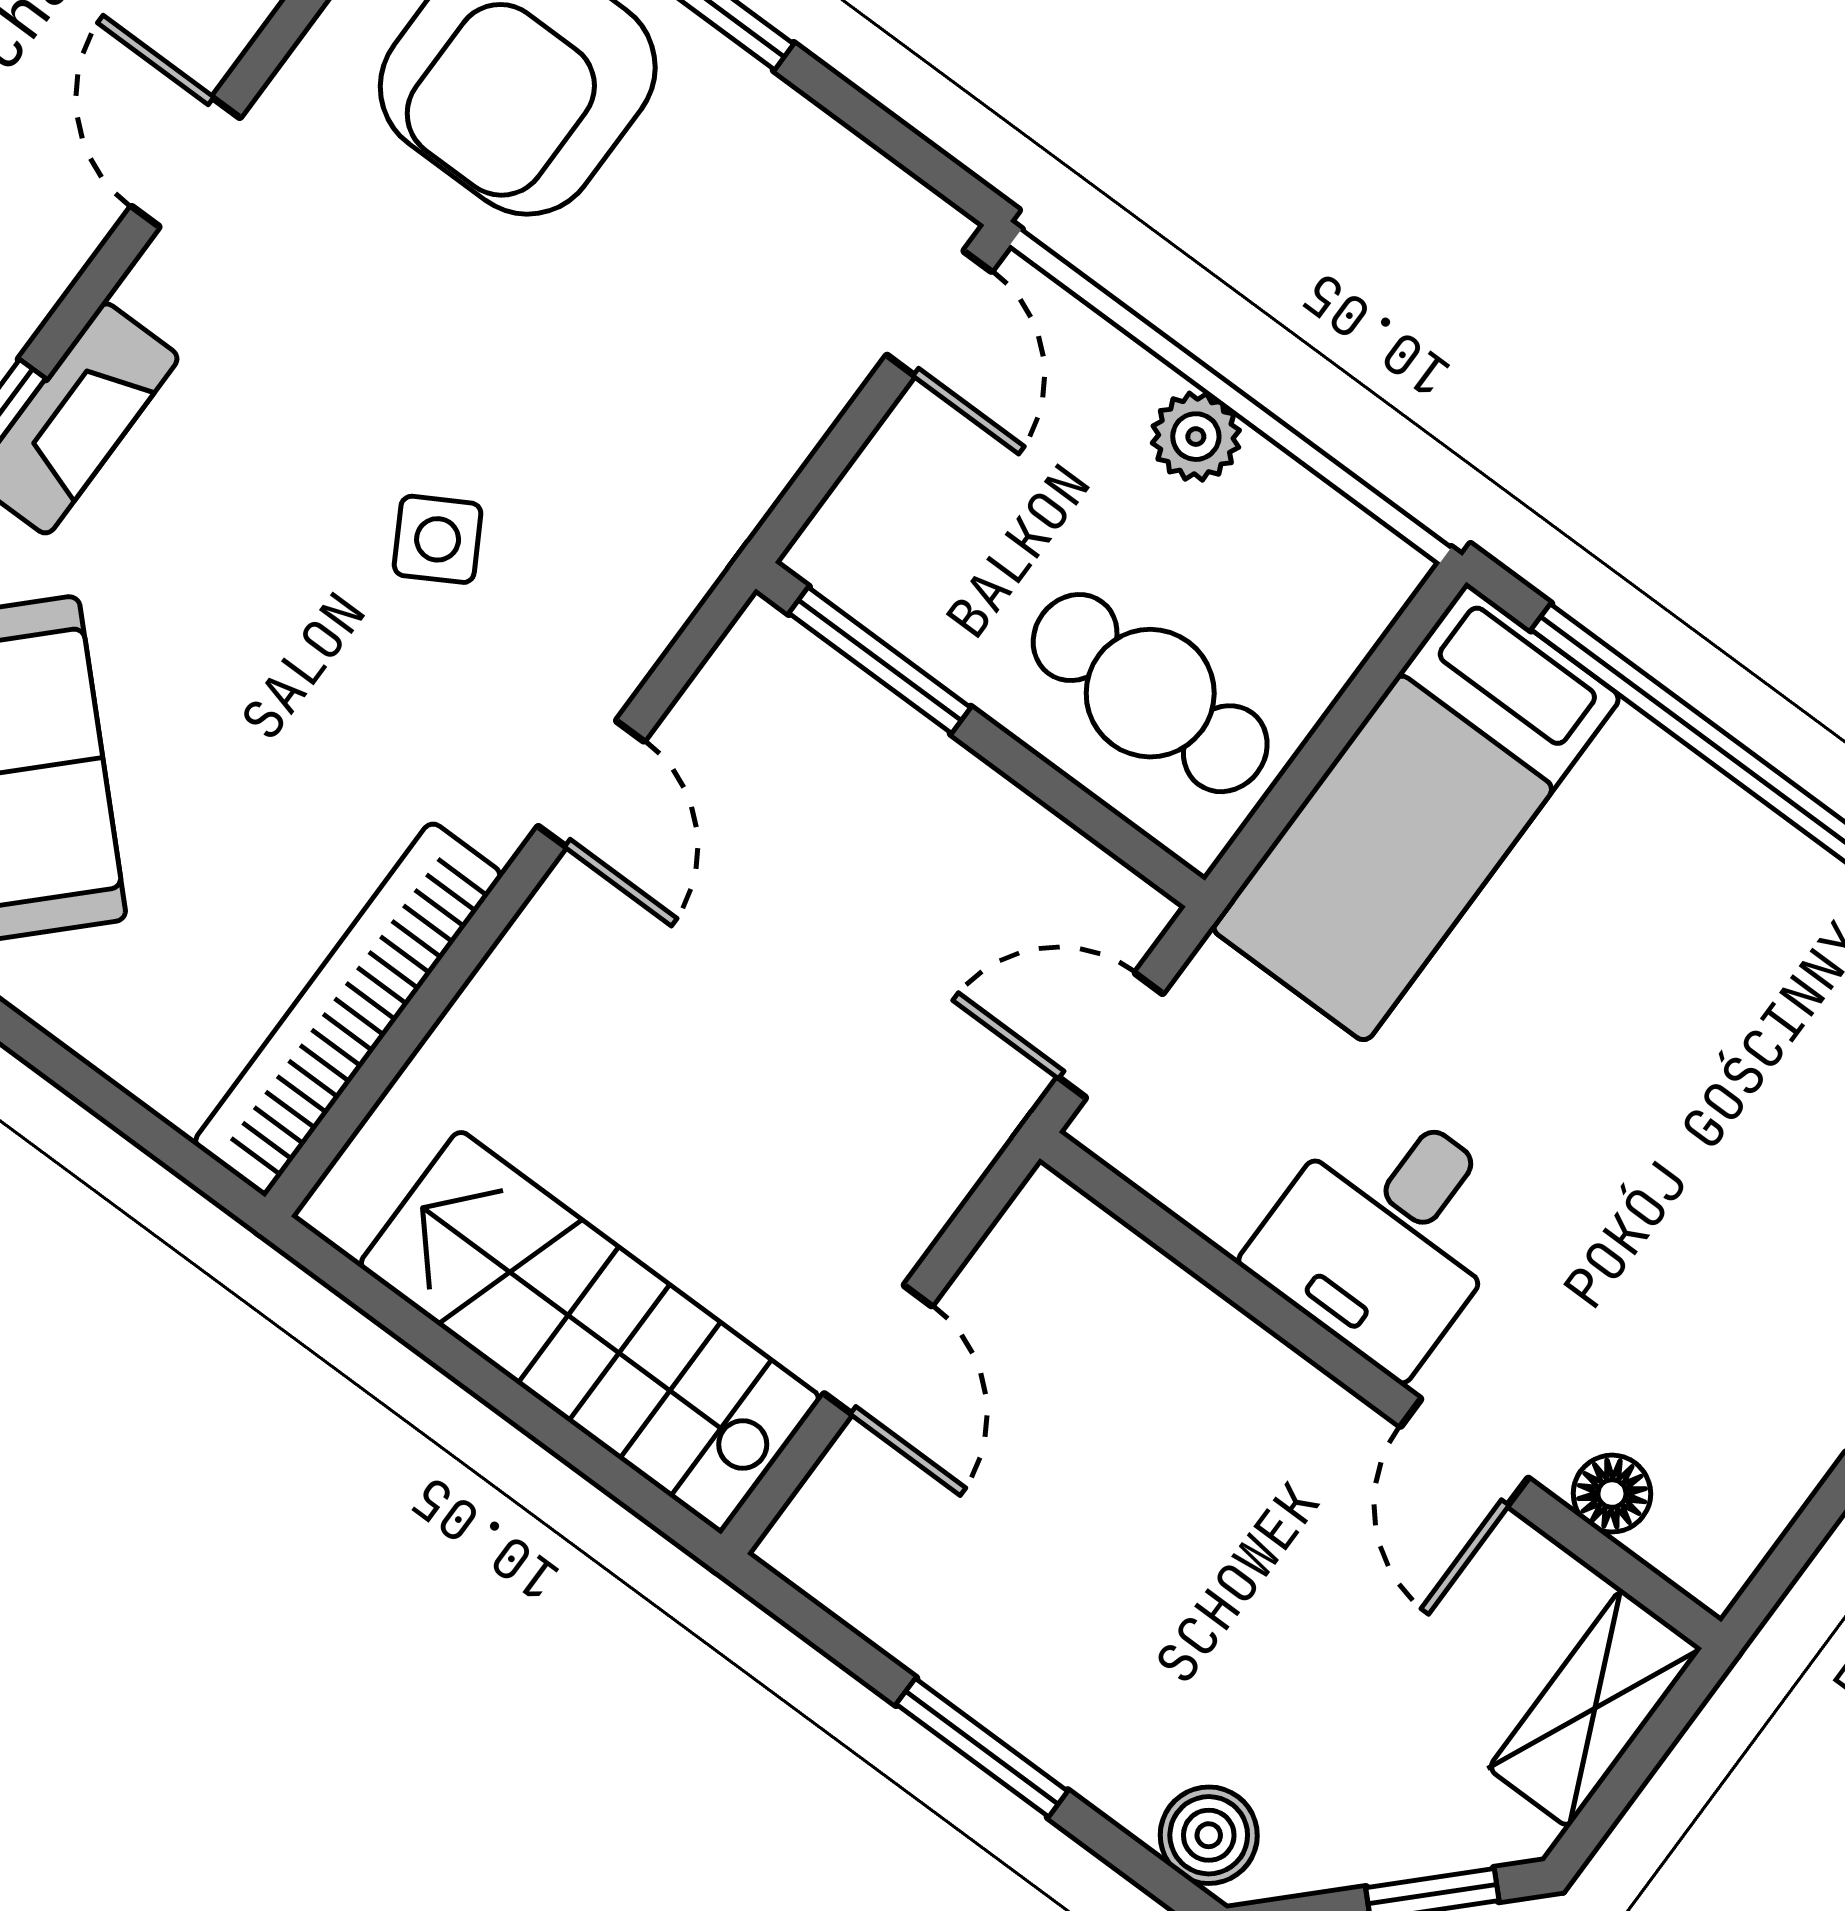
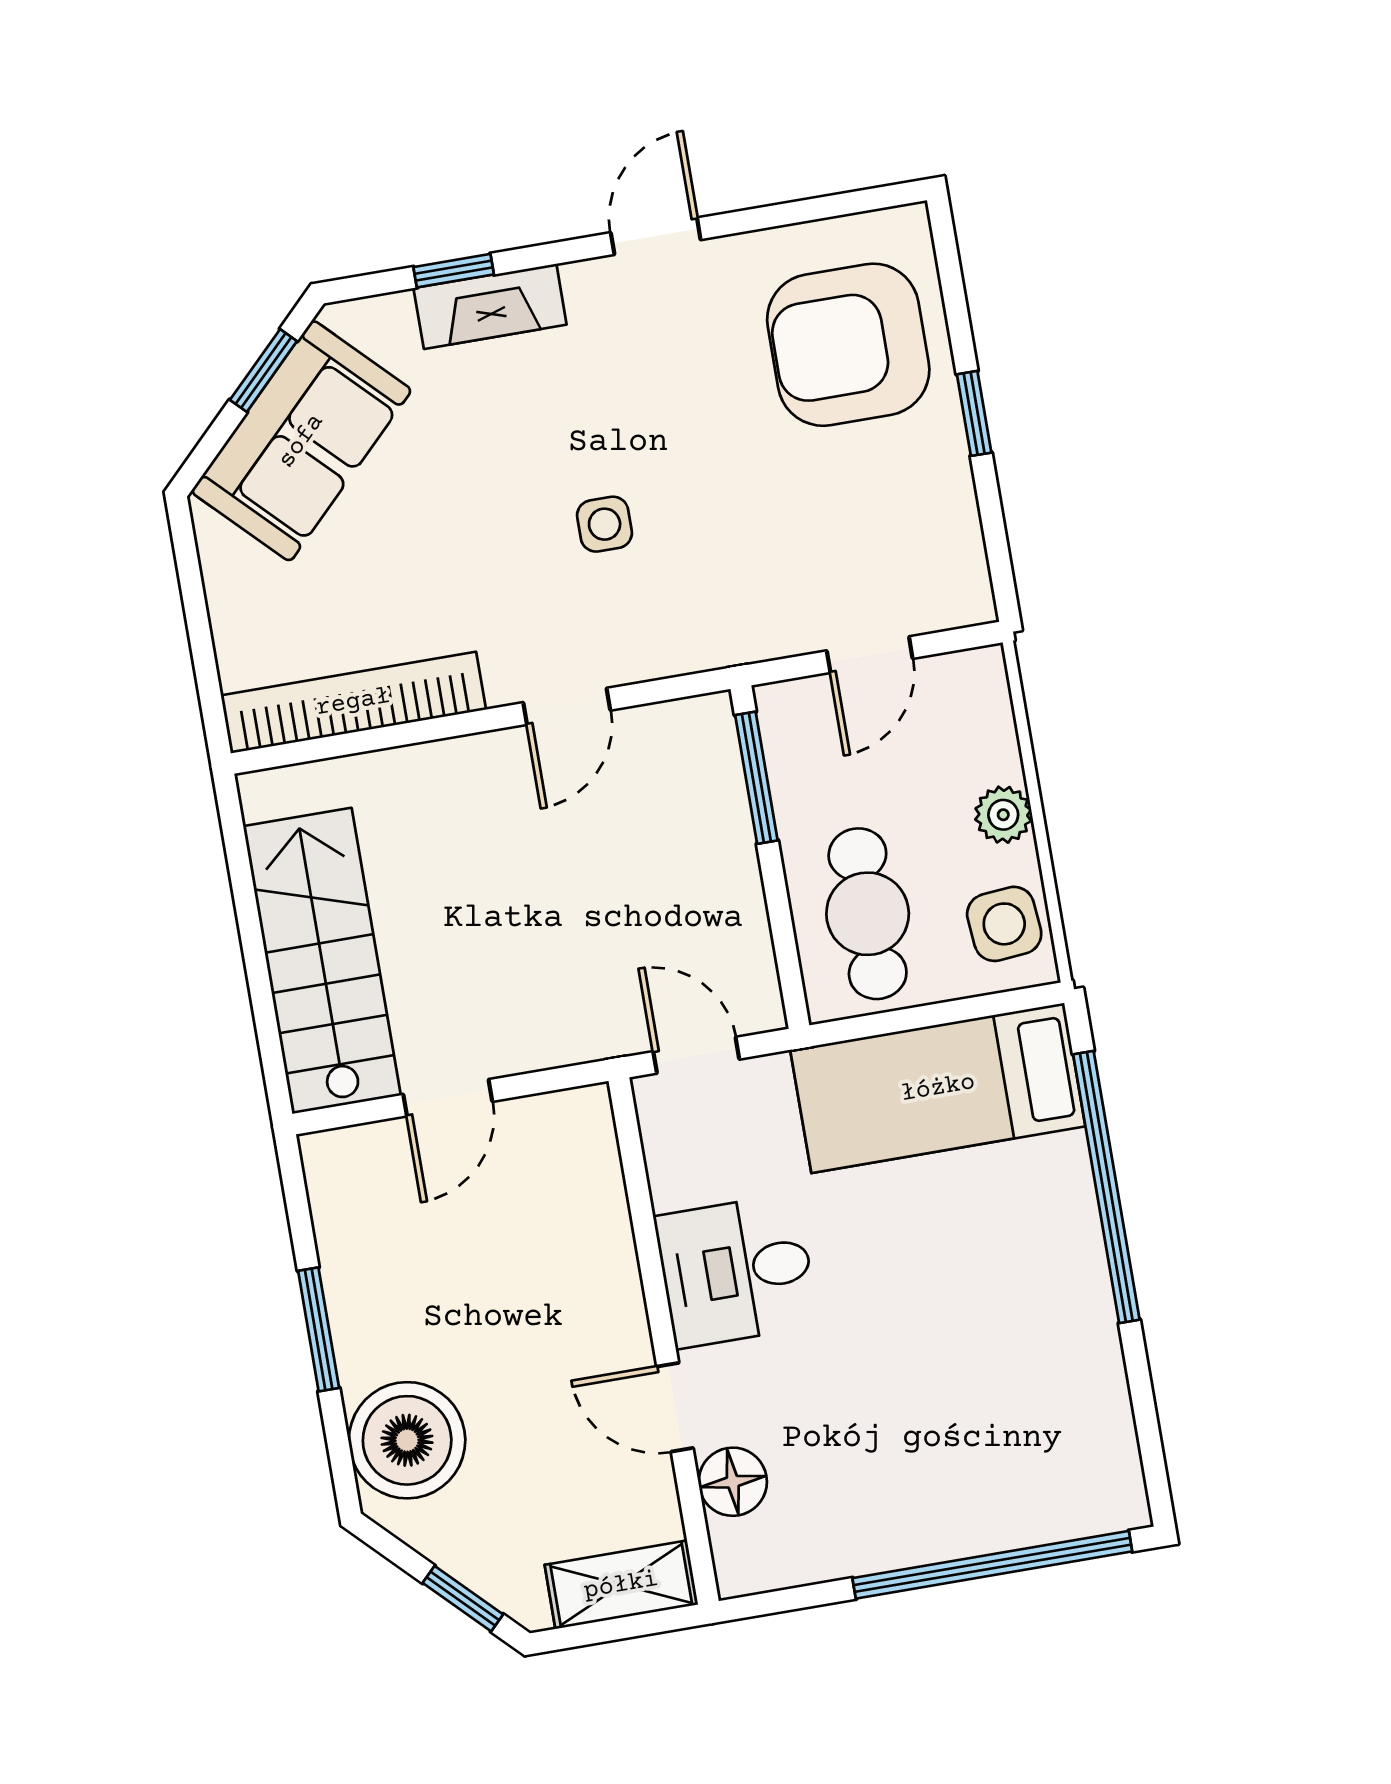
door: (939, 313) -> (870, 655), moved
side table: (438, 539) -> (605, 524), turned 30
side table: (1314, 558) -> (1004, 924), added
door: (1464, 1452) -> (675, 1407), hinge flipped
floor lamp: (1612, 1494) -> (733, 1482), width x1.37, depth x1.37
boiler: (1209, 1835) -> (407, 1440), width x1.86, depth x1.86

